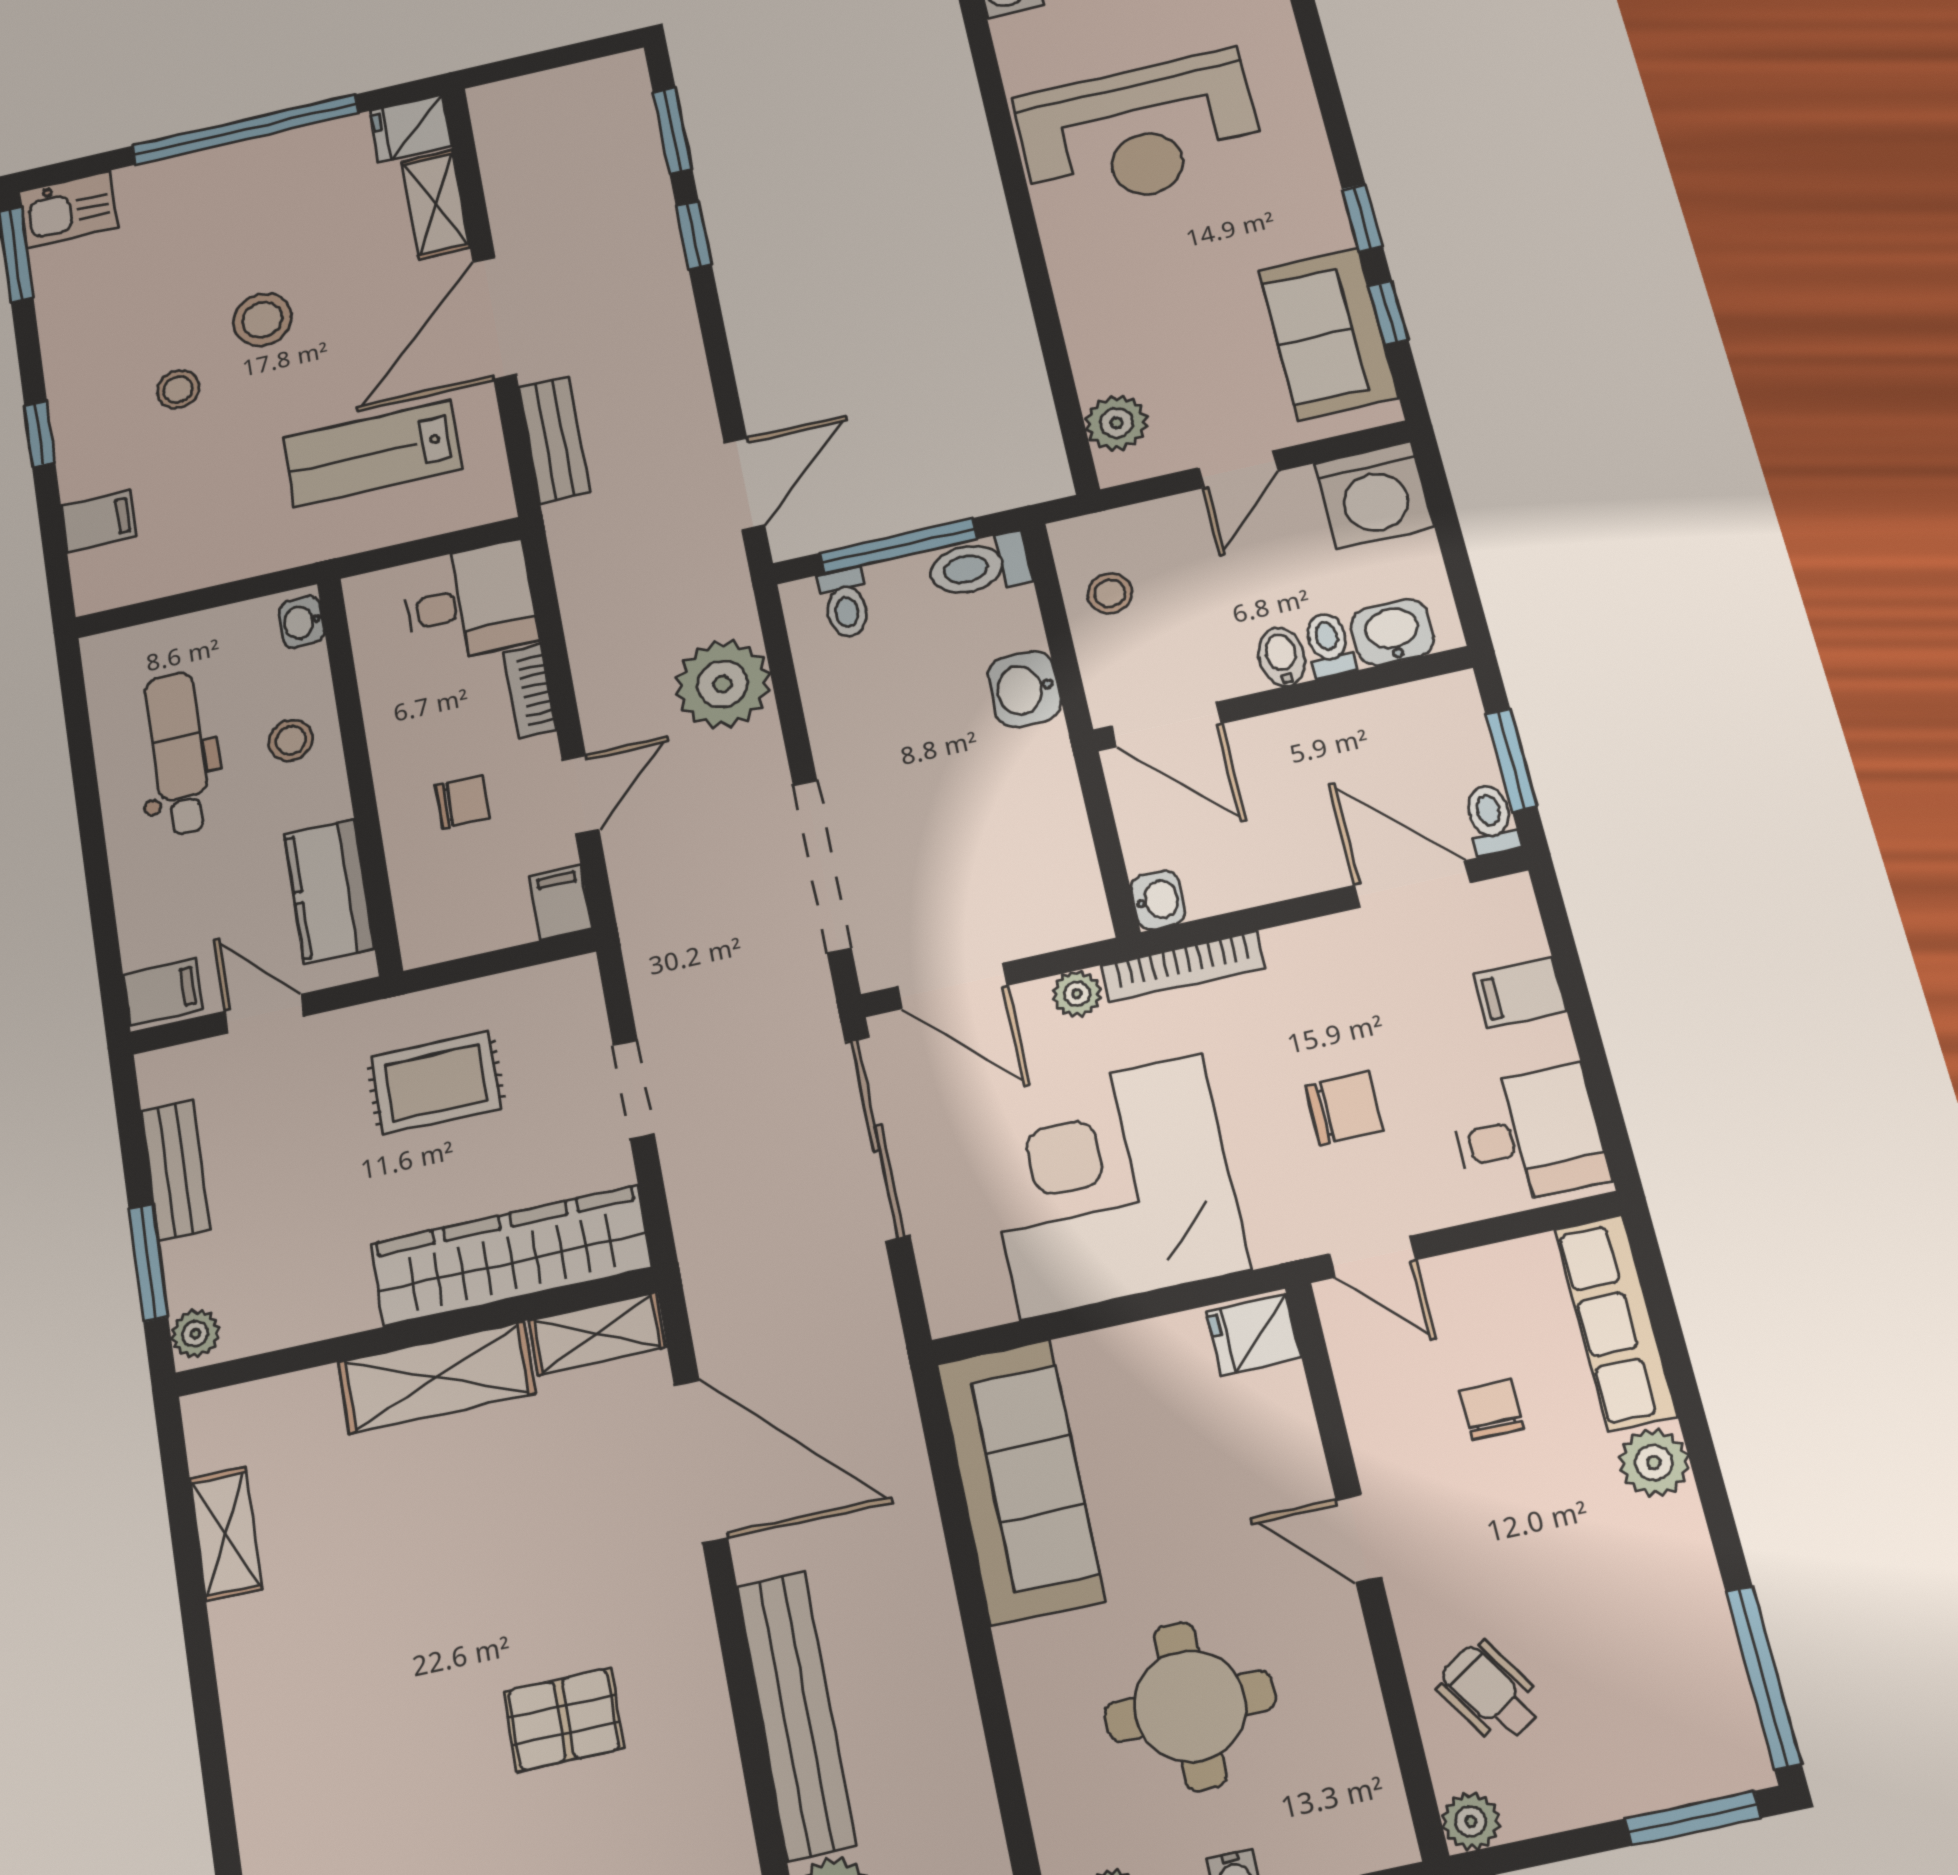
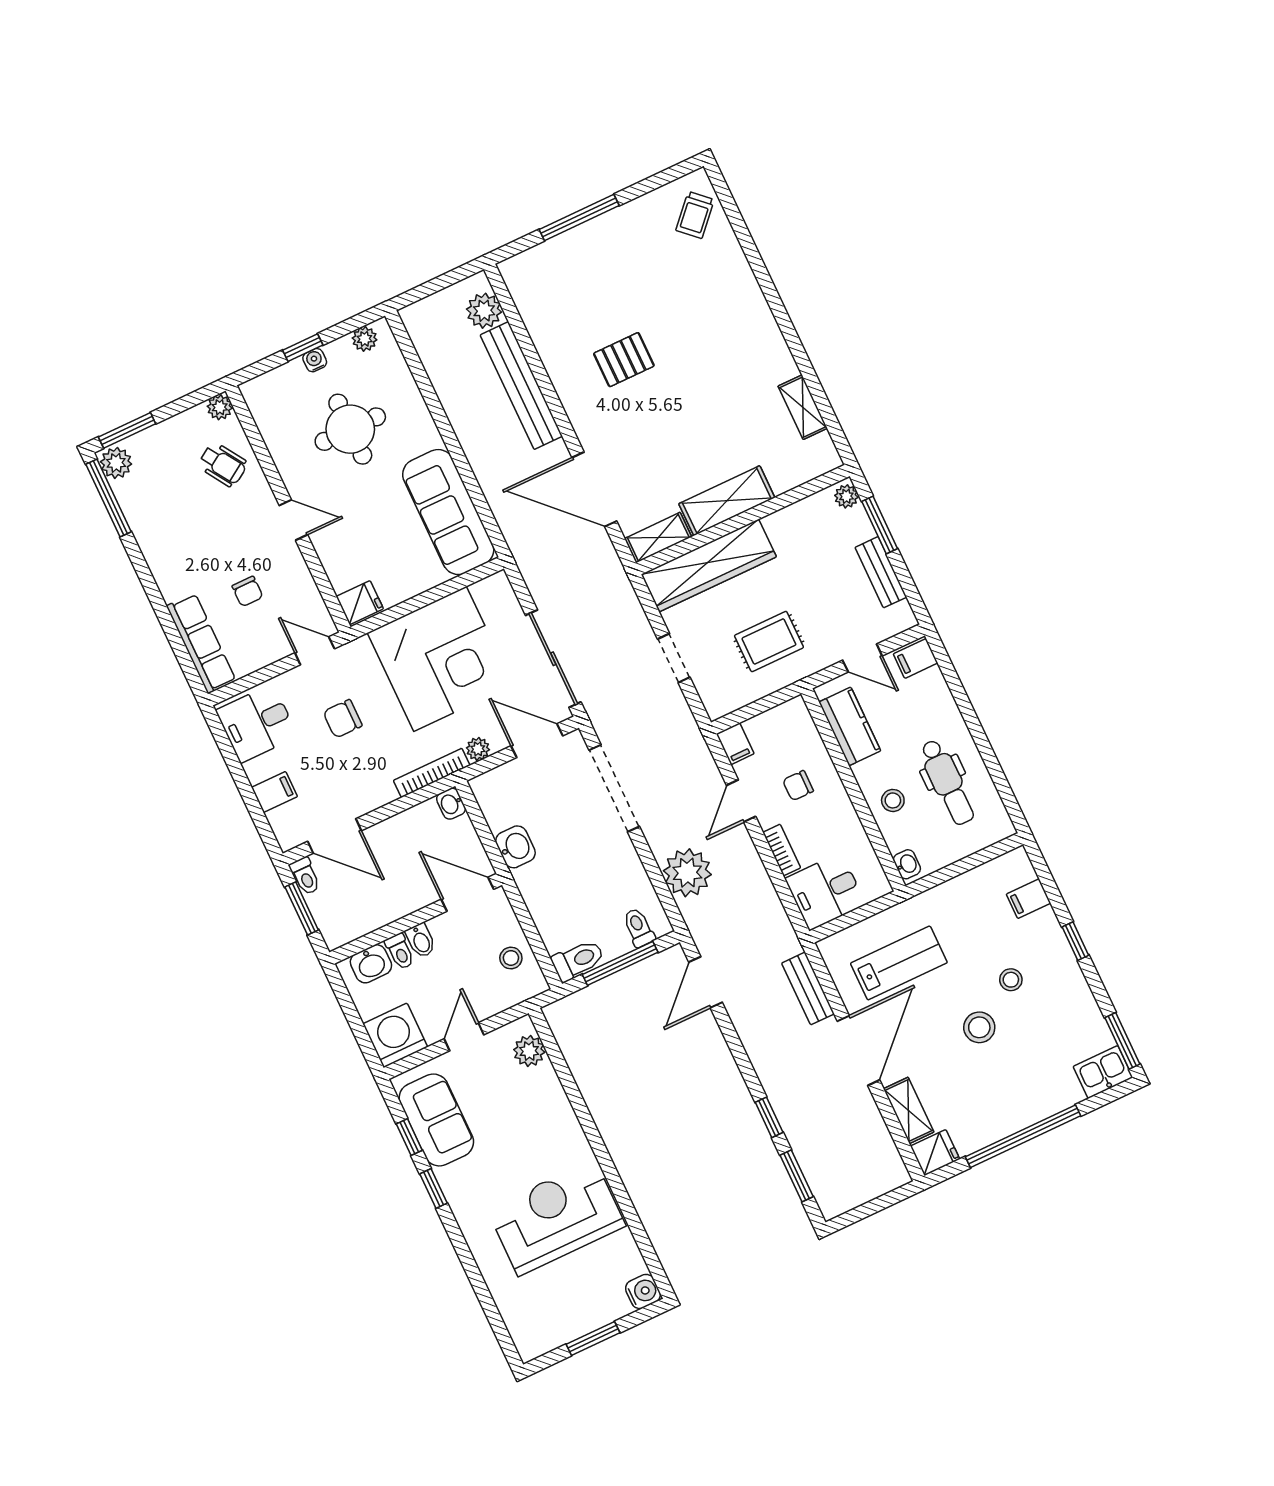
washbasin: (1024, 689) -> (515, 847), moved
plant: (1654, 1463) -> (116, 463), moved

